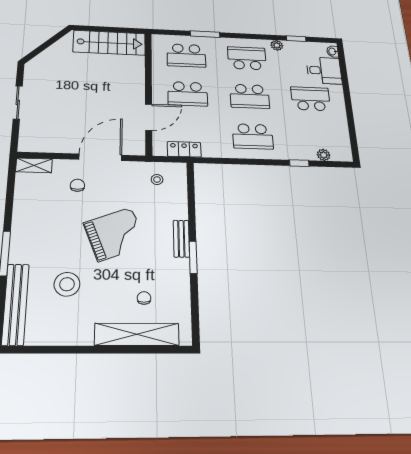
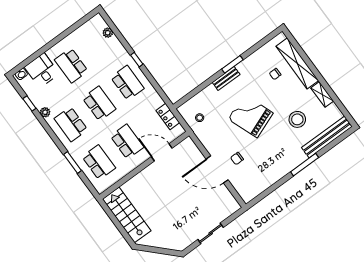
door: (100, 157) -> (217, 169), moved
window: (299, 163) -> (137, 60), moved
shelving: (34, 165) -> (322, 94), moved

